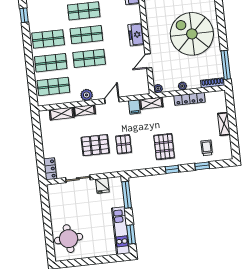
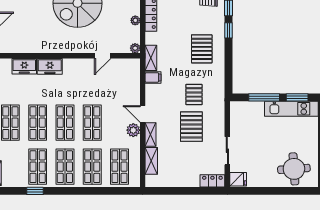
shop shelf: (45, 15) -> (38, 167), added
freezer: (136, 35) -> (50, 66), moved
door: (148, 61) -> (103, 56), hinge flipped
door: (112, 100) -> (143, 114), moved
pallet: (124, 144) -> (194, 95), turned 90
pallet: (164, 147) -> (202, 49), turned 90
window: (172, 169) -> (229, 30), moved
fridge: (102, 186) -> (238, 179), moved
window: (127, 195) -> (264, 97), moved

